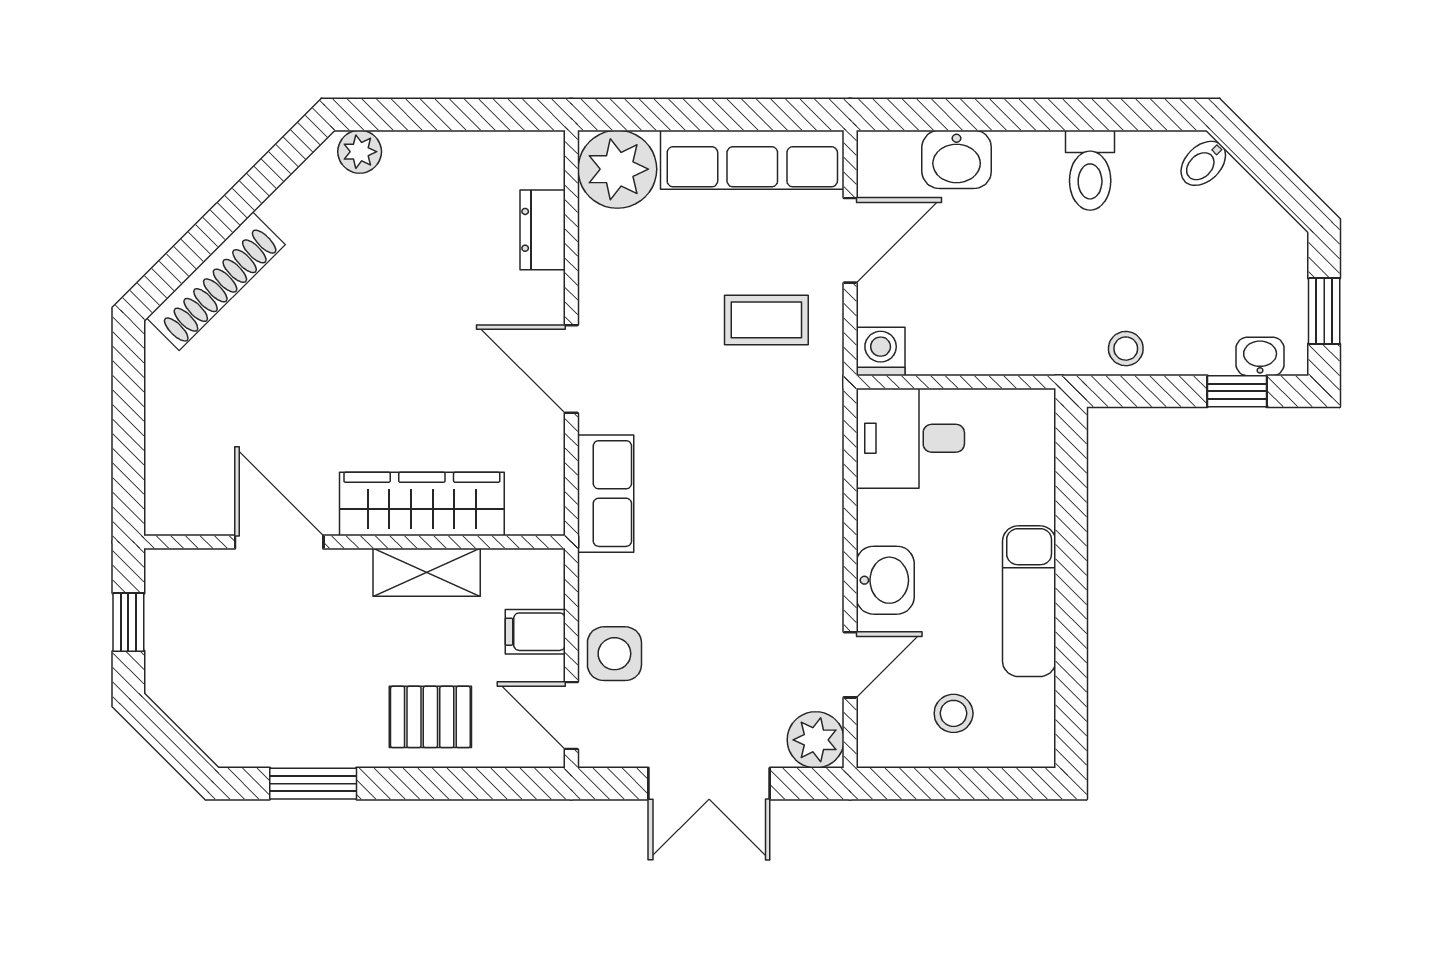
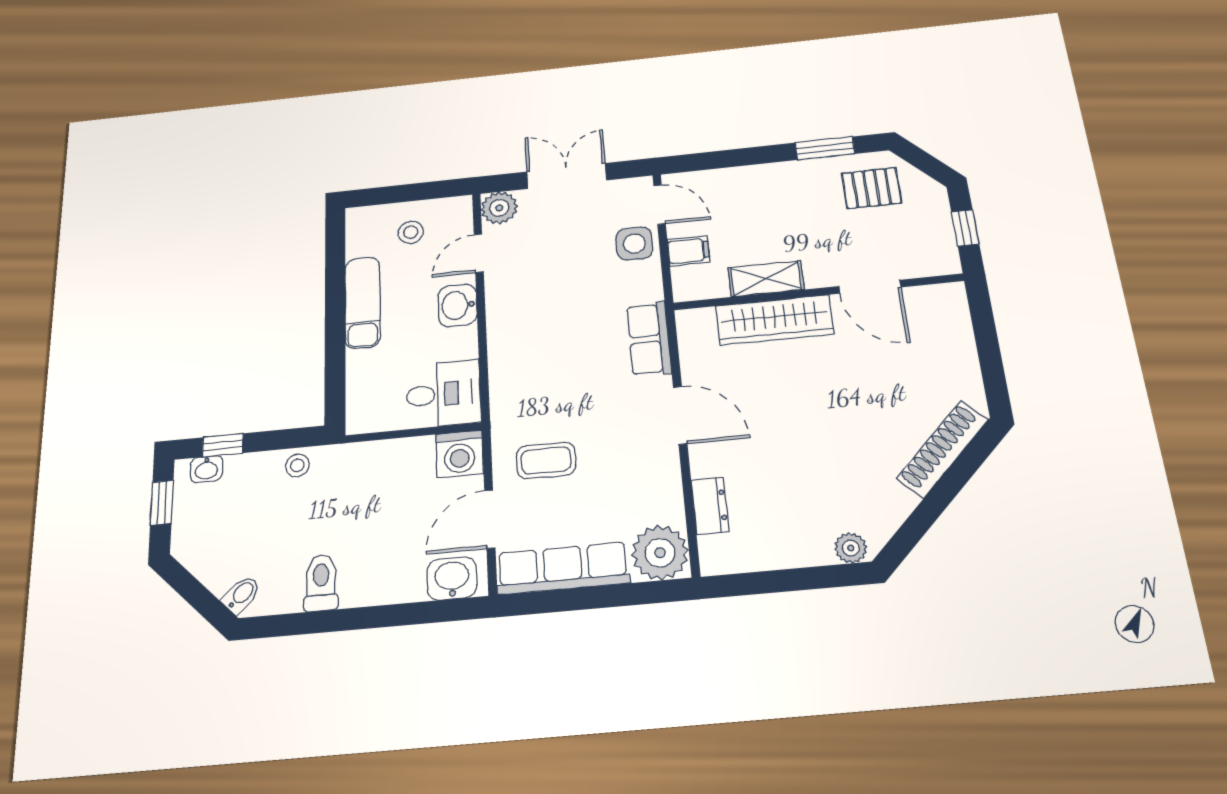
washbasin: (957, 159) -> (452, 578), moved
washing machine: (881, 351) -> (460, 454), width x1.38, depth x1.38
pallet: (430, 717) -> (871, 188), moved

